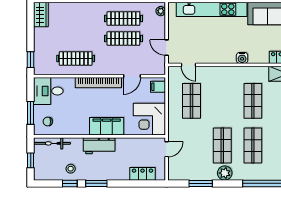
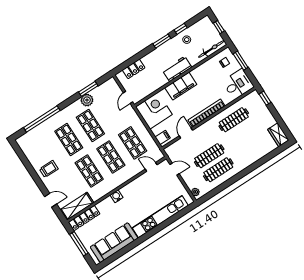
shop shelf: (222, 101) -> (111, 157), added
plant: (225, 173) -> (87, 100), moved

